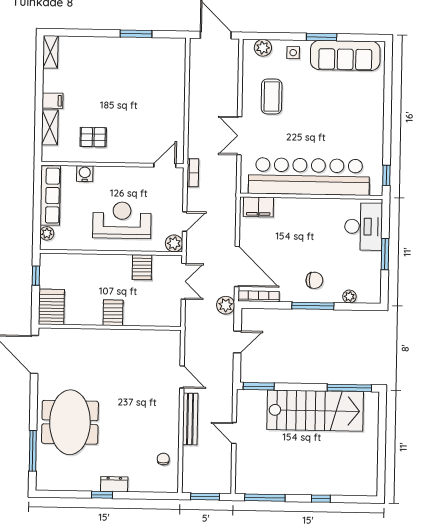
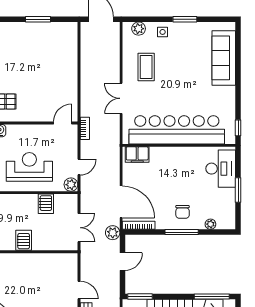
sofa: (345, 55) -> (224, 58), moved, turned 90
chair: (314, 280) -> (183, 212), turned 90
double door: (184, 281) -> (79, 228), moved

